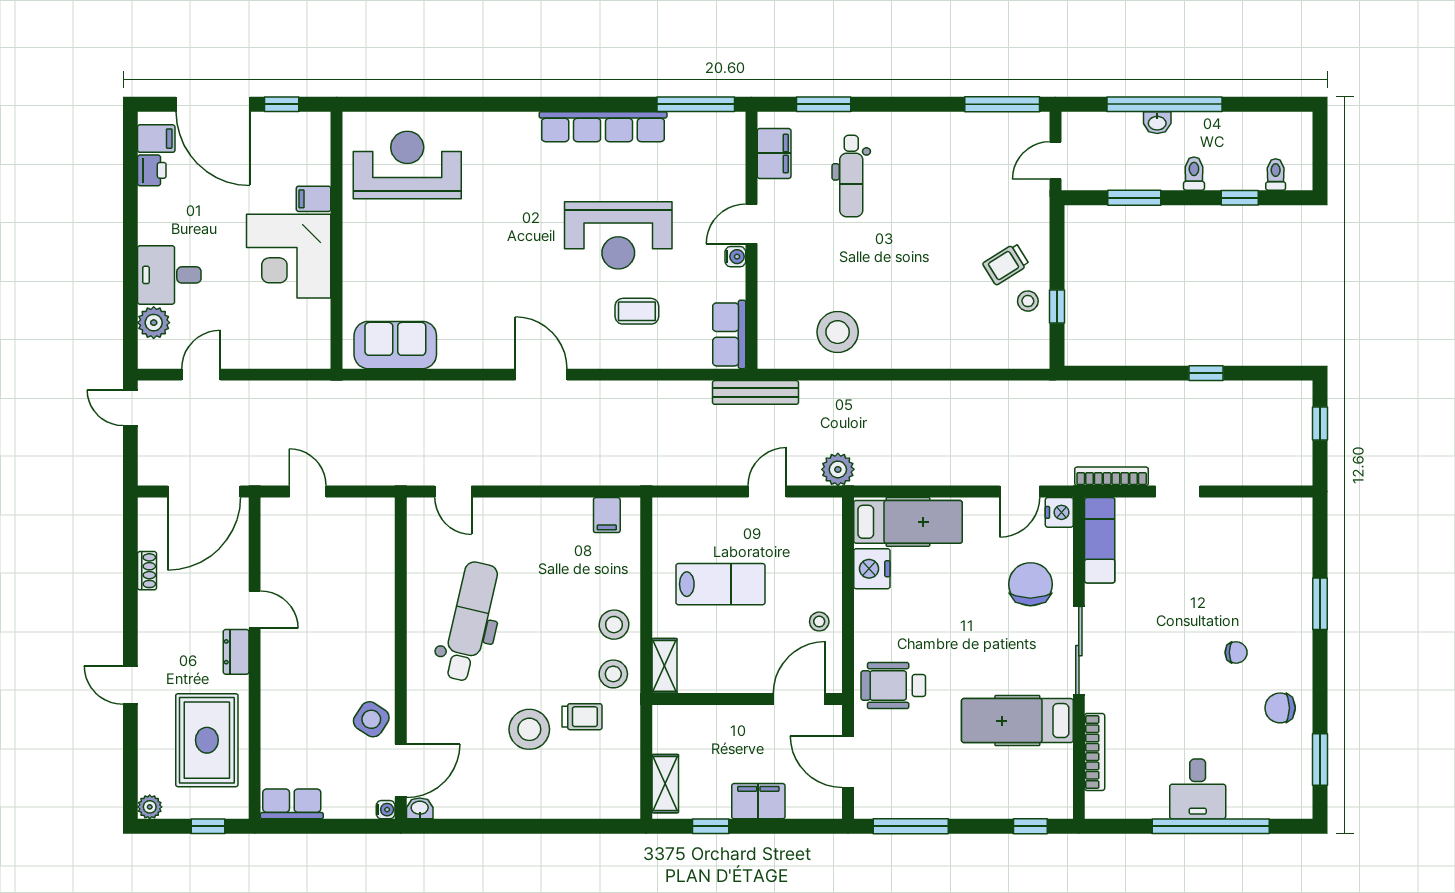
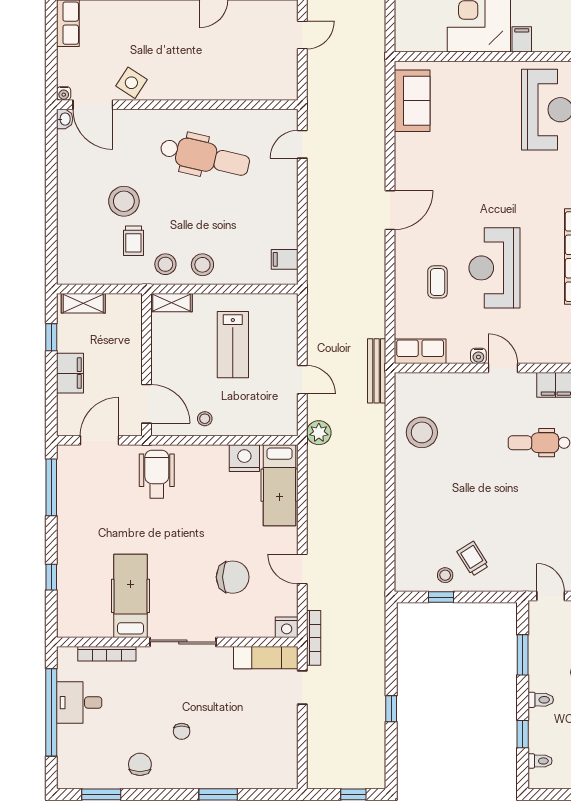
nightstand: (1059, 512) -> (287, 627), moved
exam couch: (1100, 540) -> (266, 658), moved
sliding door: (1079, 651) -> (183, 642), moved
wall: (1079, 658) -> (177, 642), moved
hospital bed: (1017, 721) -> (130, 596), moved
bookcase: (1095, 752) -> (107, 654), moved

